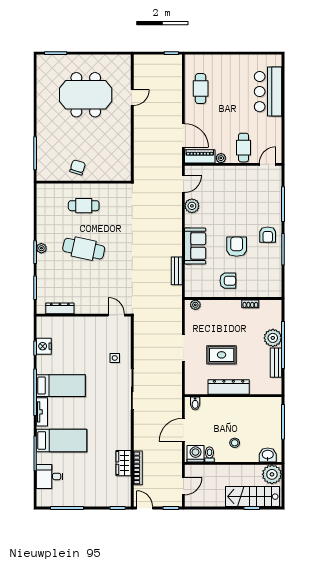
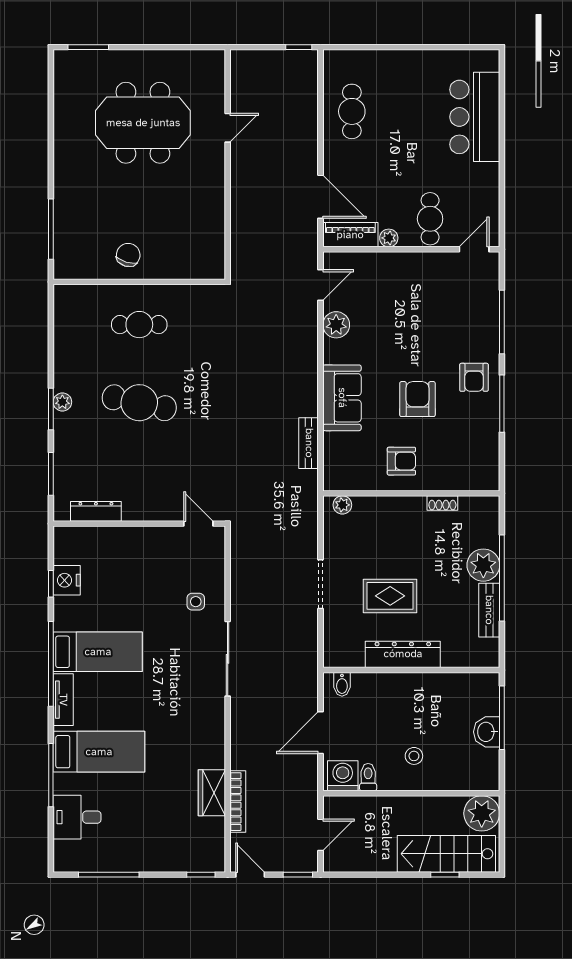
washbasin: (268, 455) -> (487, 732), moved, turned -90

